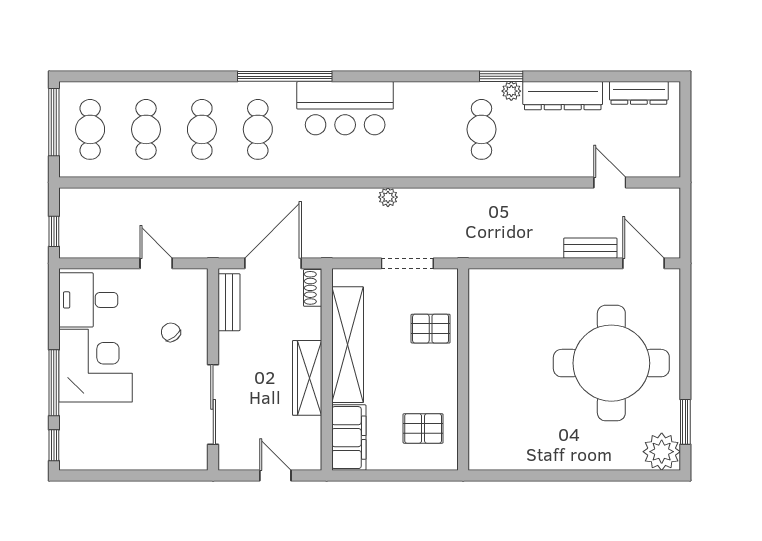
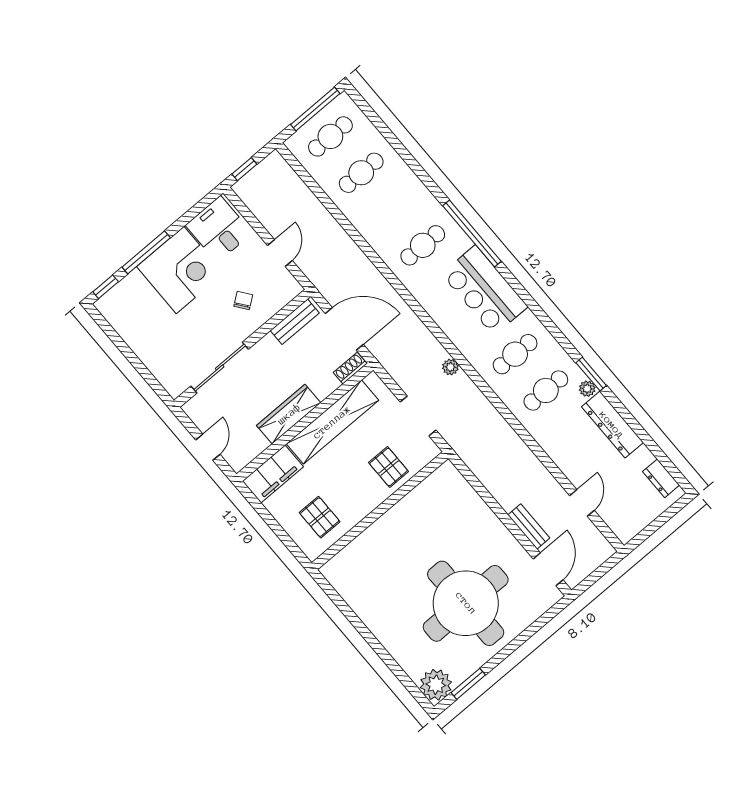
dresser: (639, 93) -> (661, 478), width x0.70
cafe table: (202, 129) -> (515, 354), moved

